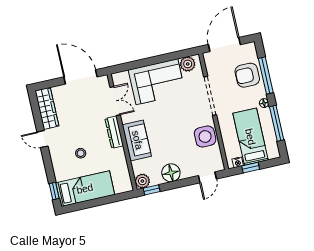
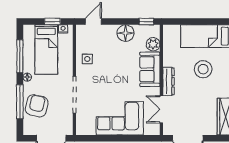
plant: (188, 64) -> (88, 128), removed
armchair: (247, 75) -> (37, 106), turned -77
side table: (205, 137) -> (87, 59), width x0.54, depth x0.54
stool: (81, 153) -> (203, 69), width x1.89, depth x1.89
plant: (142, 181) -> (153, 44), moved

